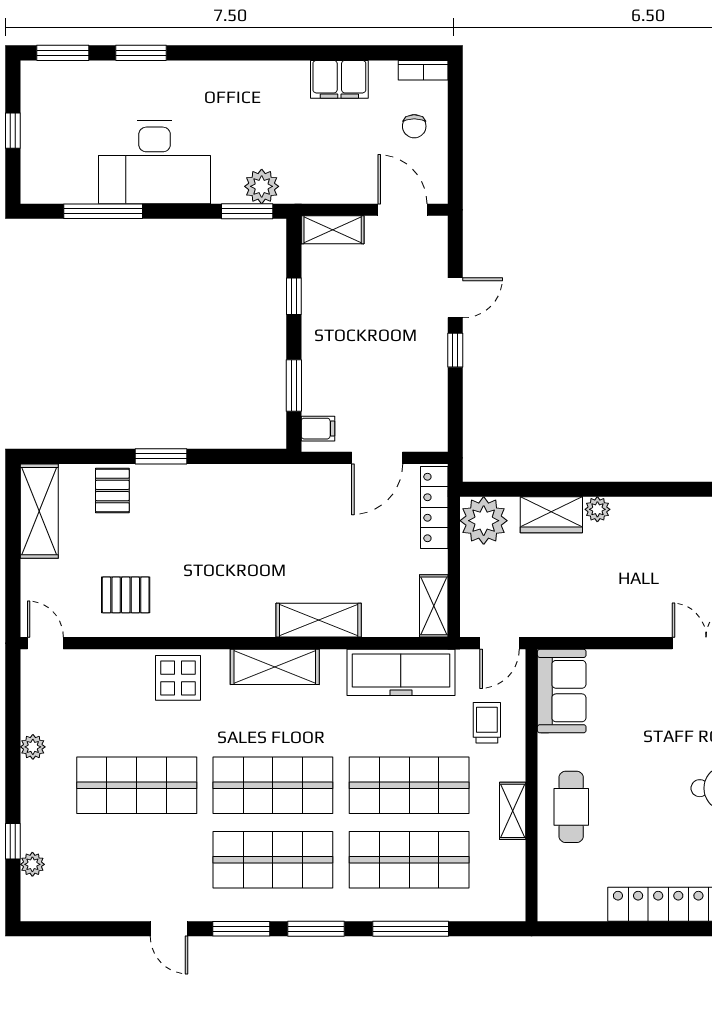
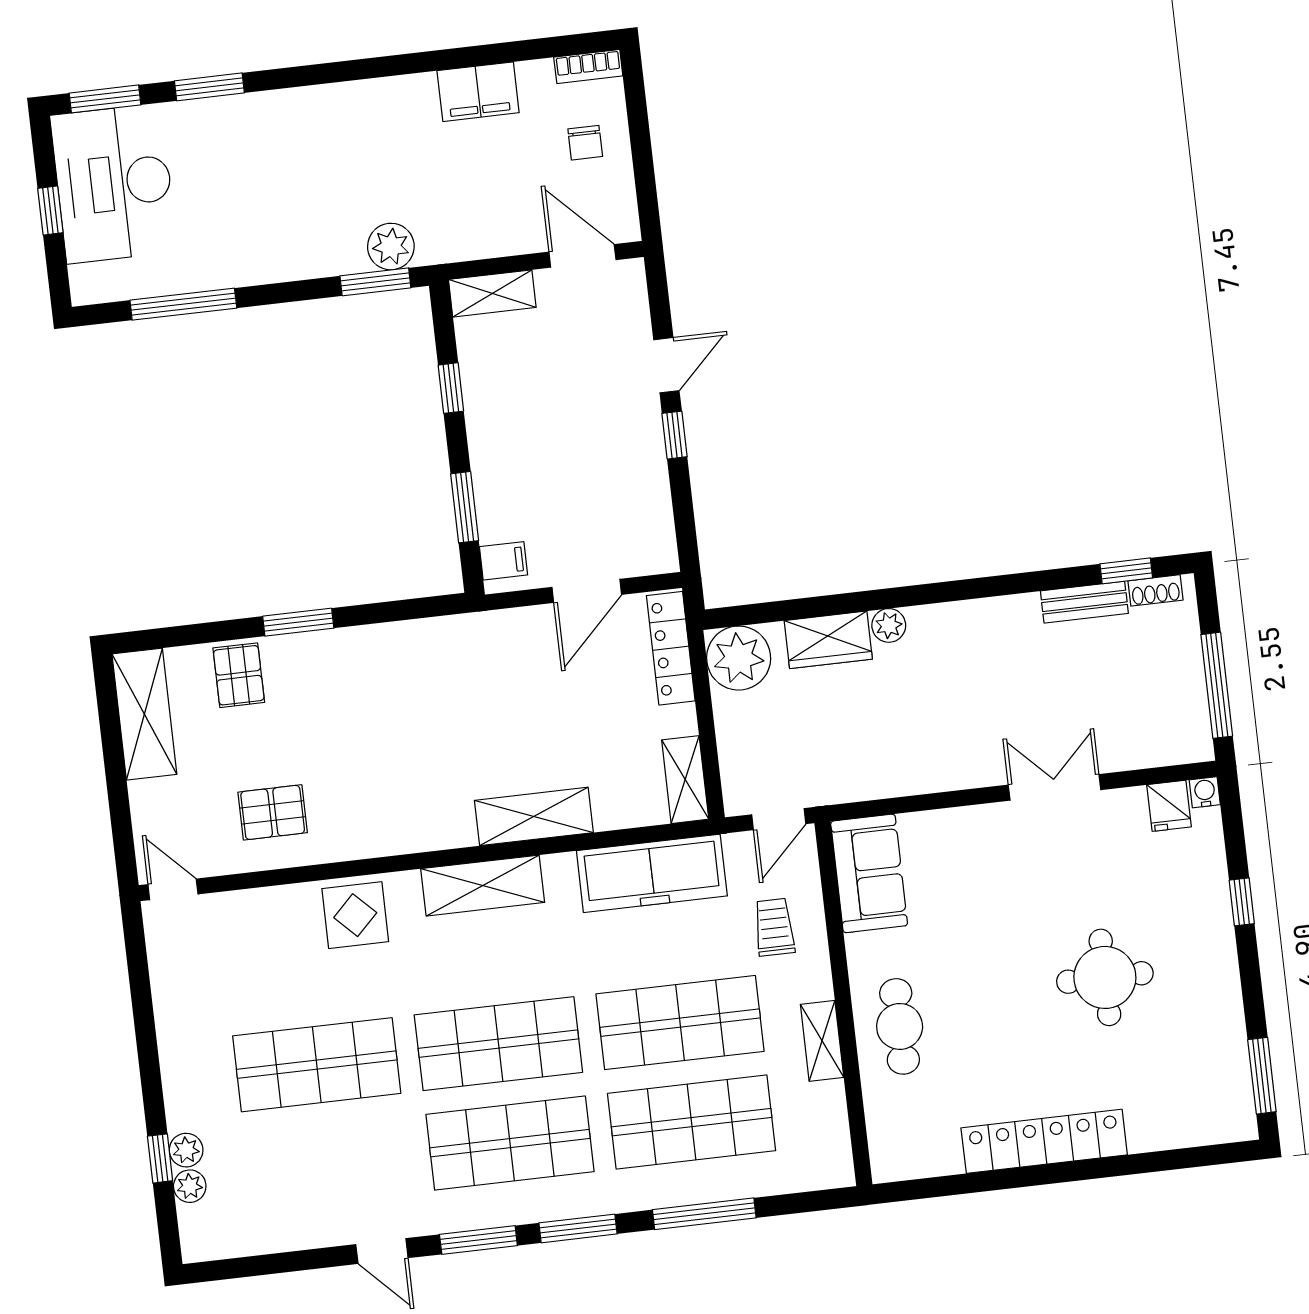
desk: (155, 162) -> (114, 183), moved, turned 90
plant: (33, 747) -> (186, 1150), moved

